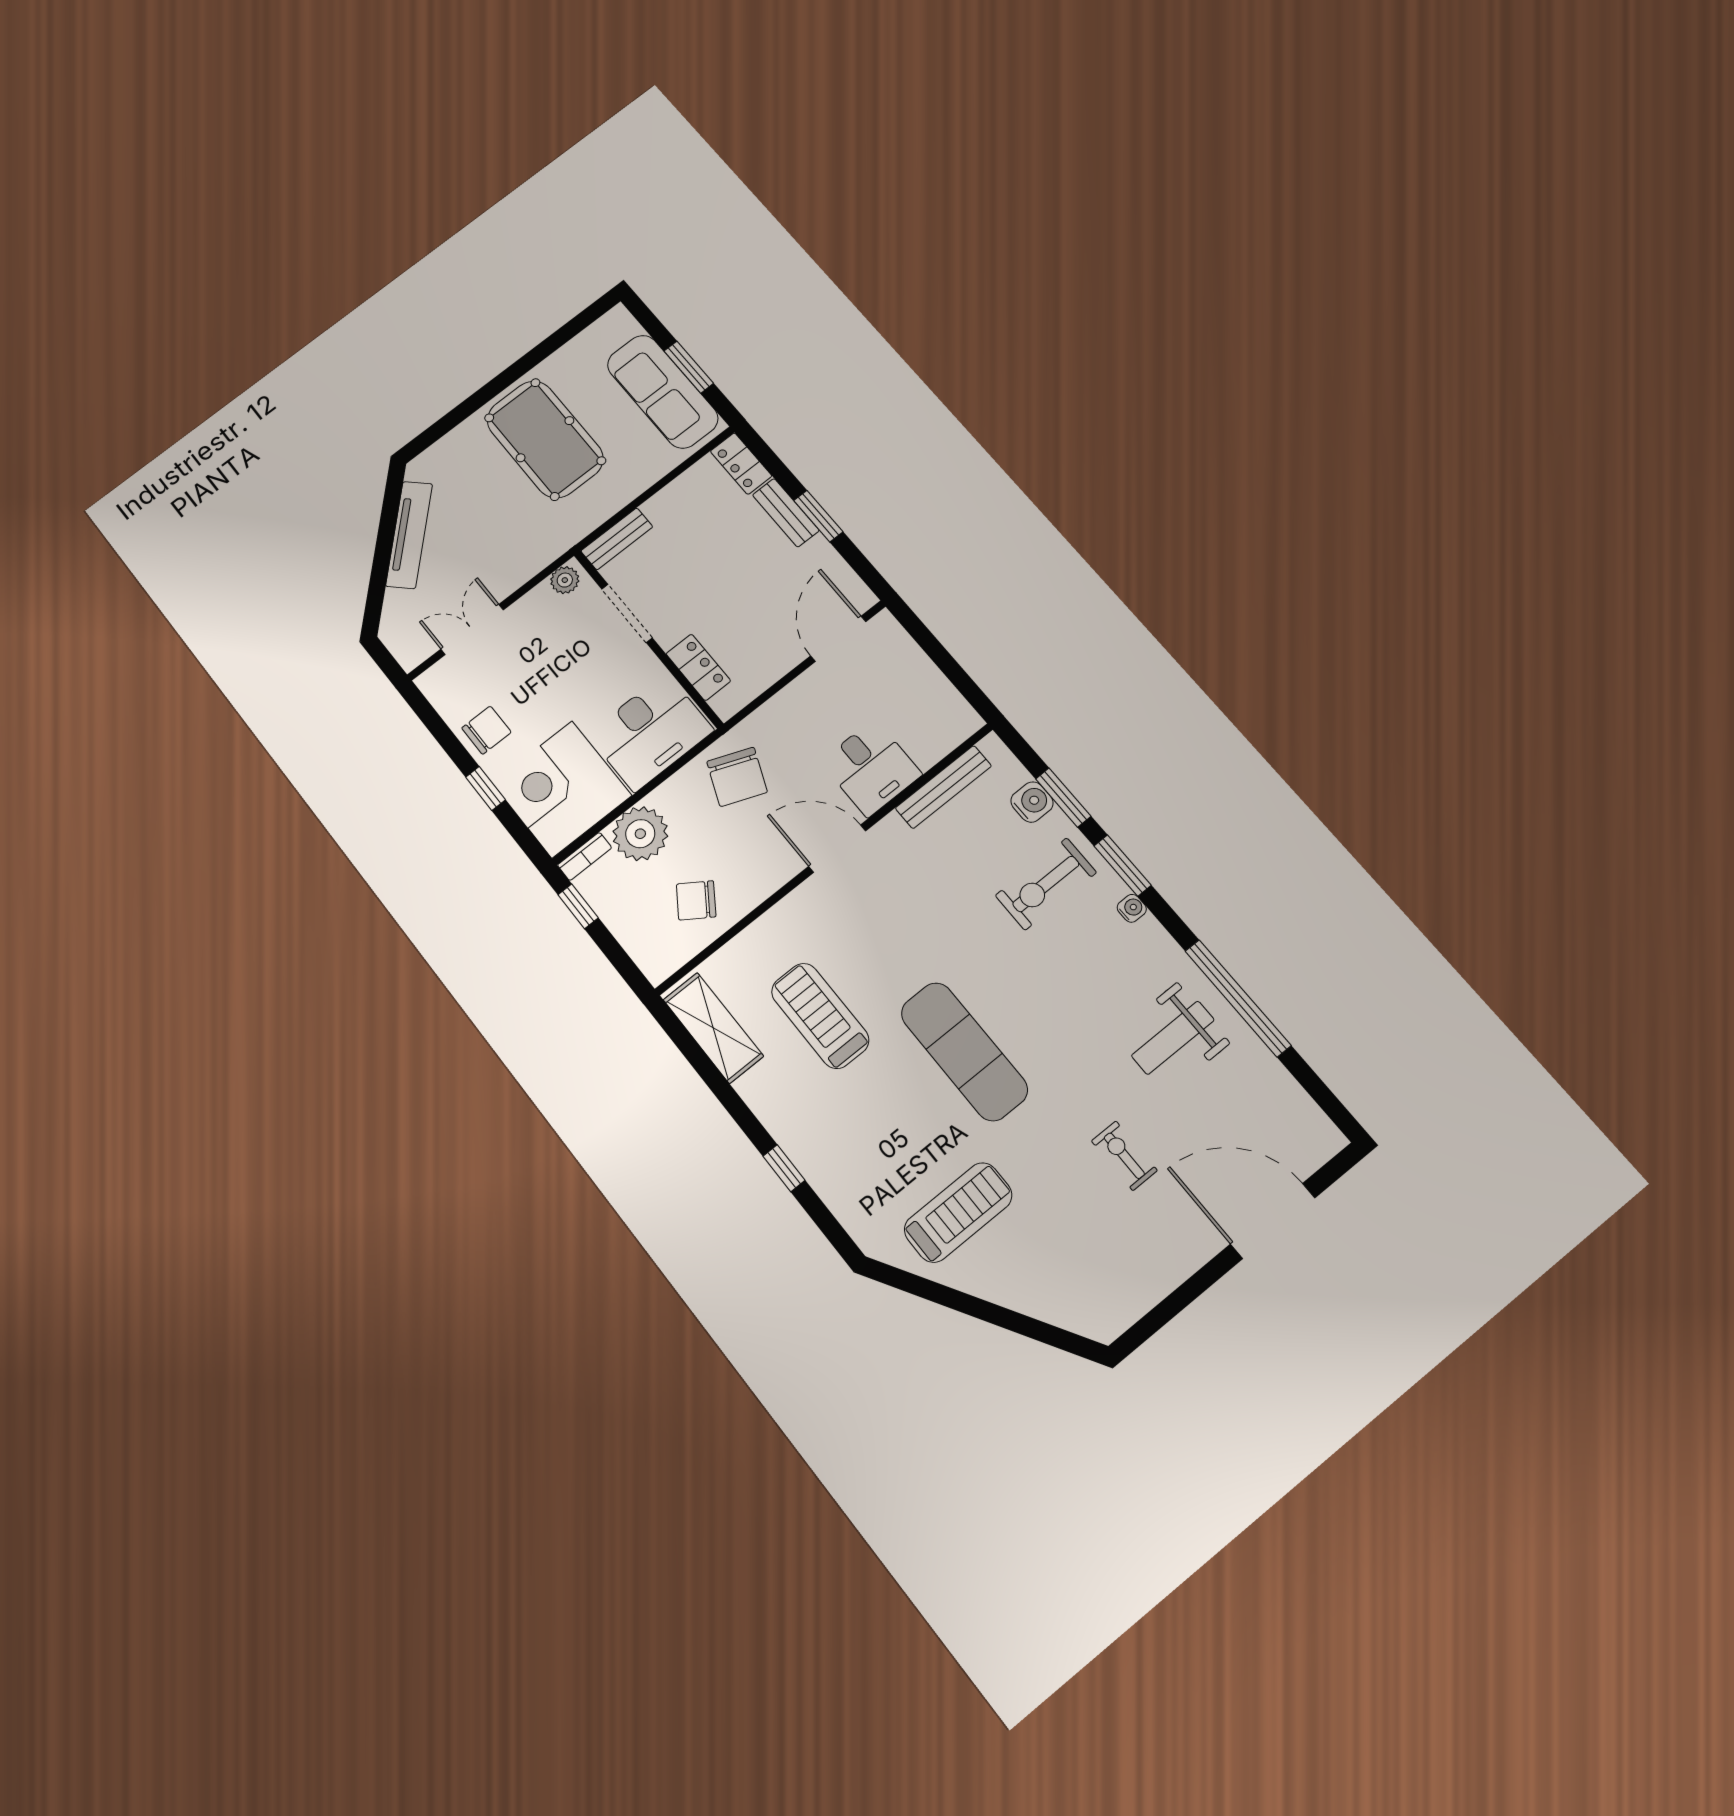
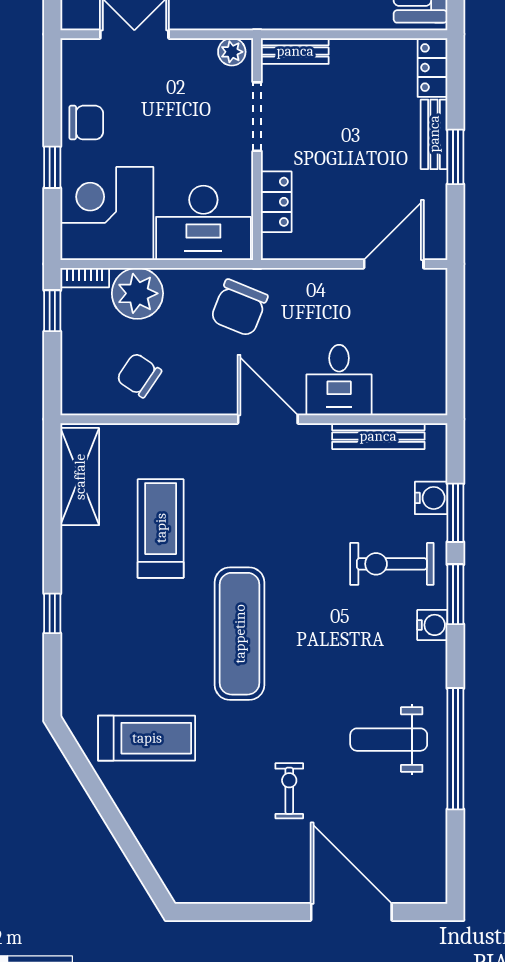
water cooler: (1132, 908) -> (432, 625), width x1.38, depth x1.38

